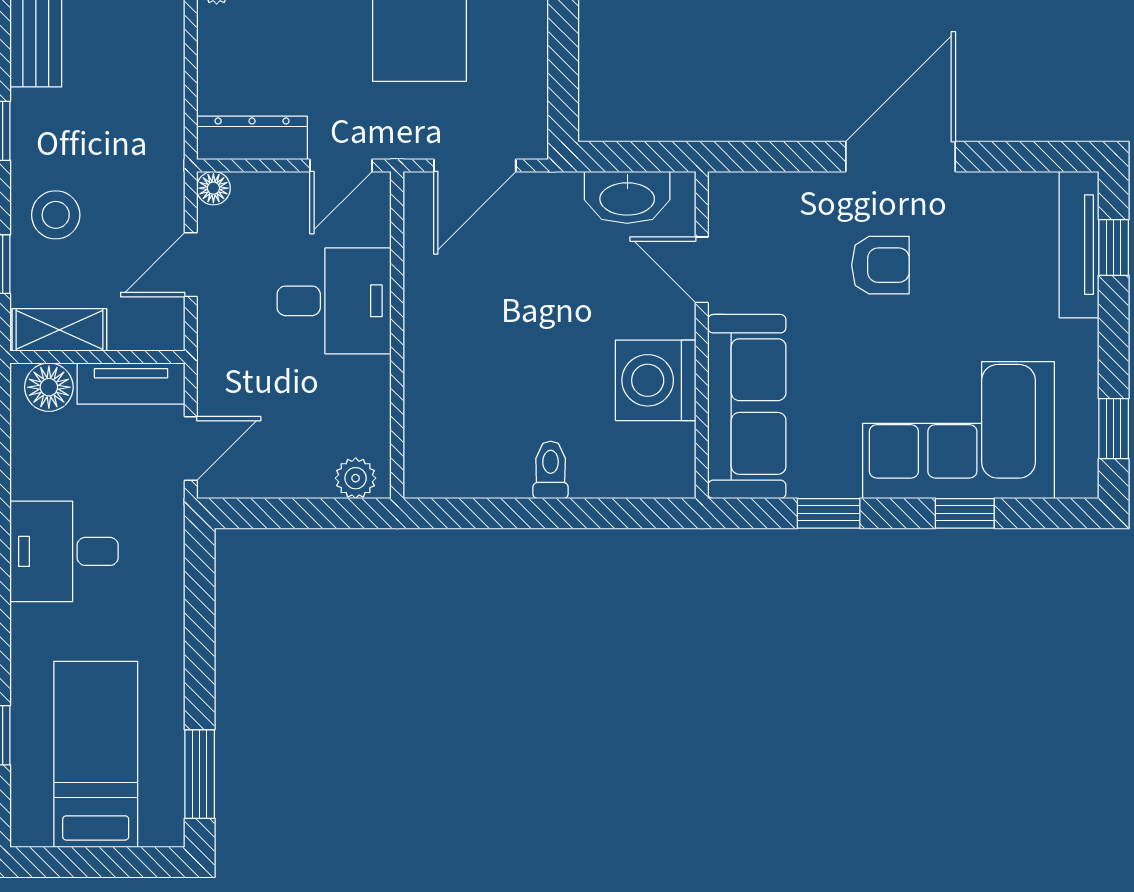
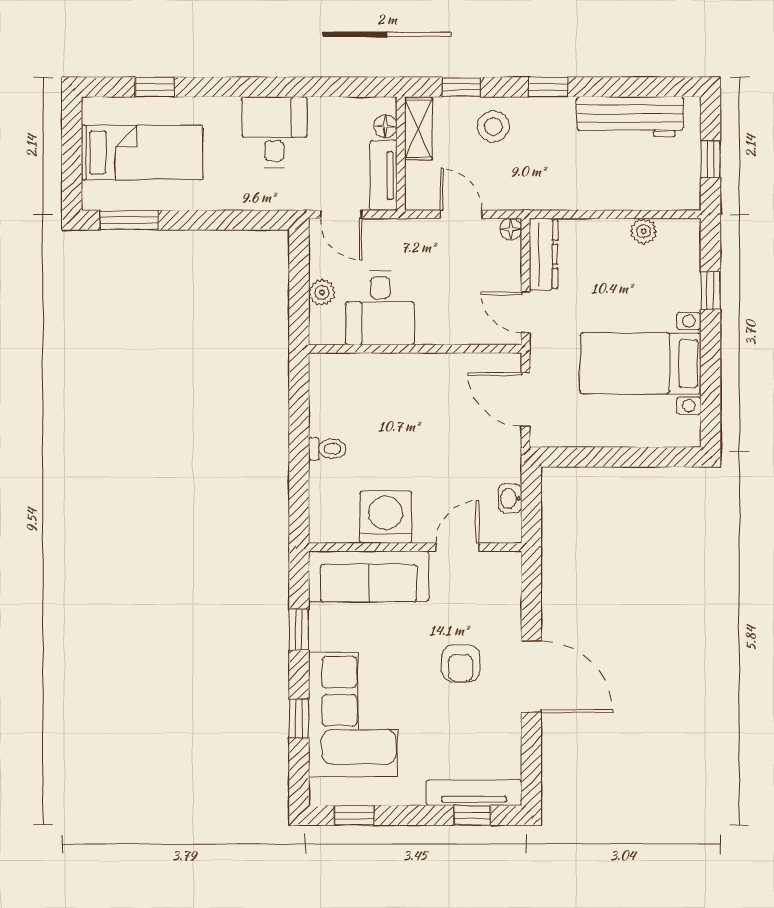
washbasin: (627, 197) -> (510, 499), width x0.52, depth x0.69
desk: (334, 301) -> (380, 308), moved
floor lamp: (49, 387) -> (385, 126), width x0.73, depth x0.73
plant: (356, 478) -> (322, 292), moved

